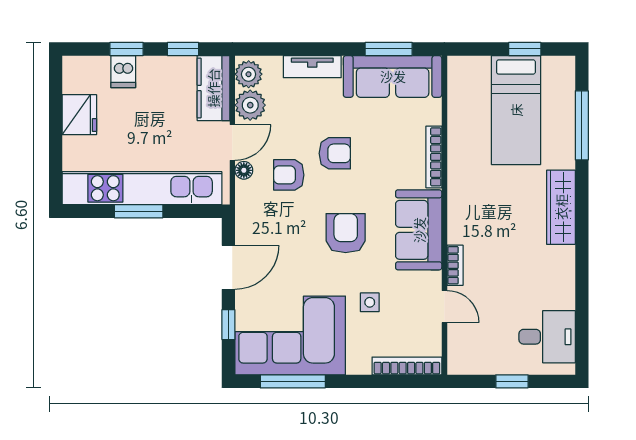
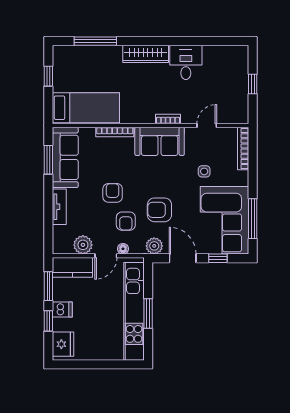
window: (183, 49) -> (48, 286), width x1.50
dishwasher: (123, 72) -> (62, 309), moved
plant: (249, 74) -> (154, 246), moved
bed: (516, 110) -> (86, 108), moved
fridge: (79, 115) -> (63, 344), moved, turned 90
door: (232, 142) -> (106, 256), swing flipped
armchair: (346, 233) -> (159, 210), moved
bookcase: (455, 265) -> (168, 119), moved
desk: (547, 337) -> (186, 62), moved

